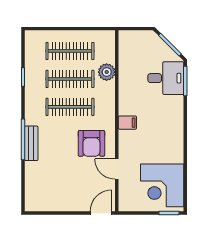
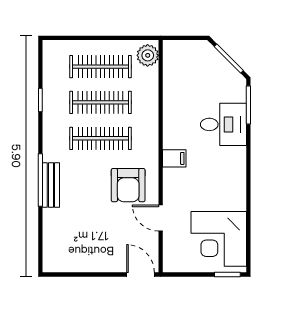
plant: (107, 72) -> (148, 55), moved
desk: (166, 78) -> (223, 124), moved
door: (101, 213) -> (140, 274), hinge flipped

